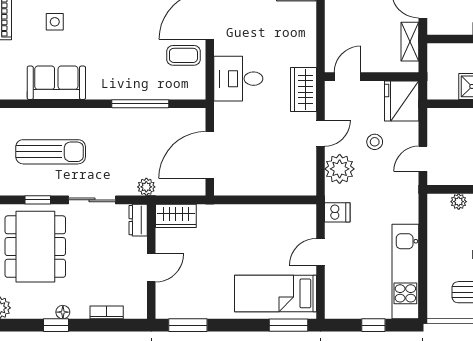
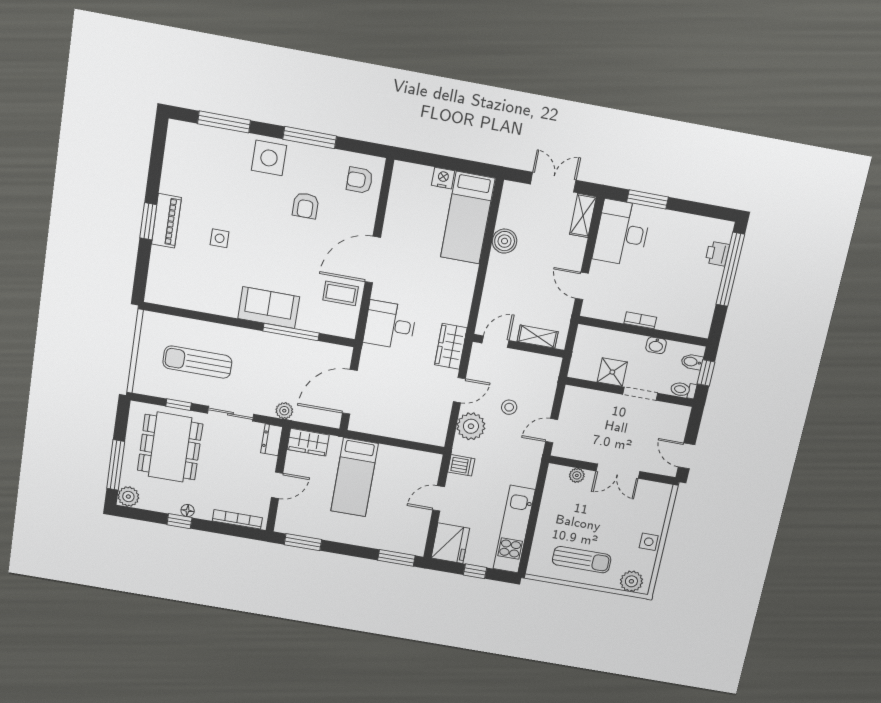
shelving: (410, 42) -> (538, 337), moved, turned 90
sofa: (56, 83) -> (269, 308), moved
fridge: (402, 101) -> (450, 543), moved, turned 180
sun lounger: (51, 152) -> (197, 362), turned 180
bed: (276, 293) -> (354, 477), moved, turned -90
bookcase: (107, 312) -> (237, 519), width x1.56

